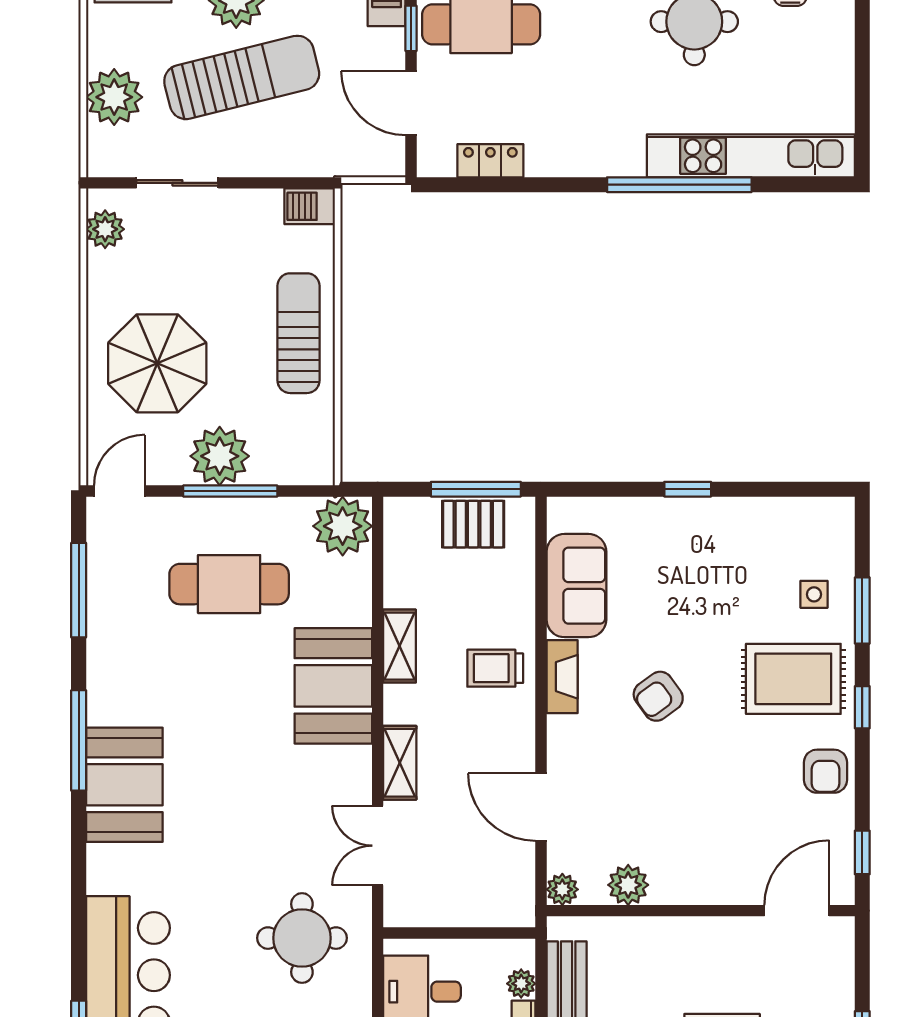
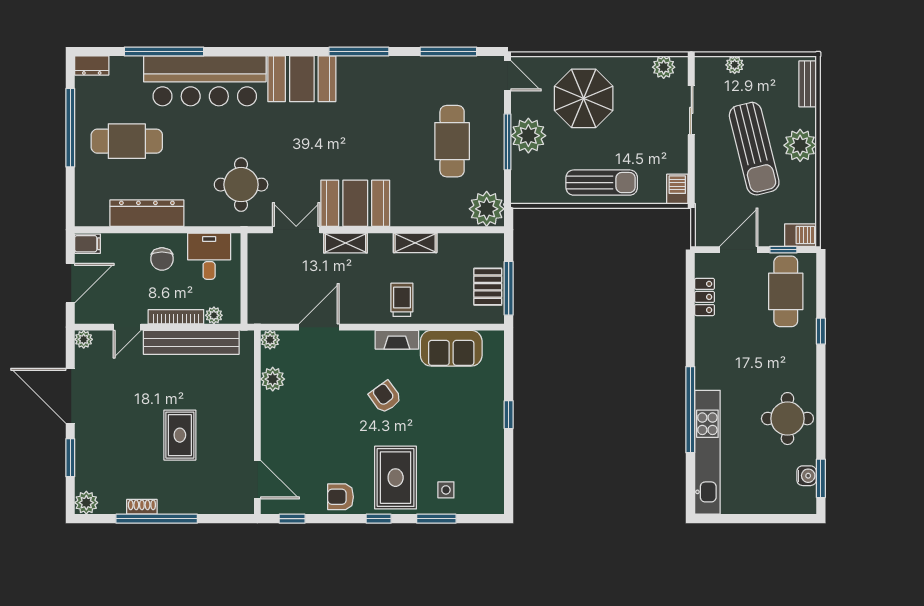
plant: (114, 97) -> (735, 65), width x0.53, depth x0.53
booth: (333, 686) -> (355, 203), moved
booth: (124, 785) -> (302, 79), moved

